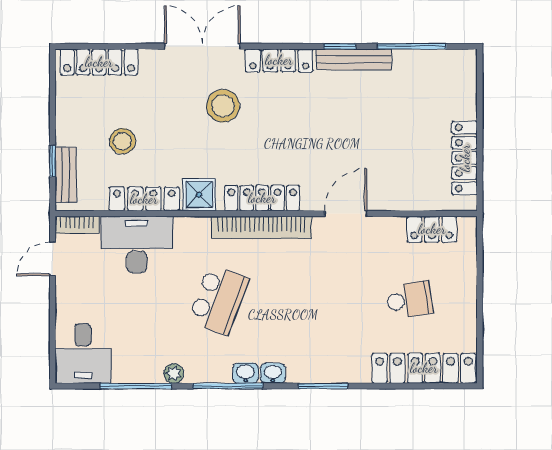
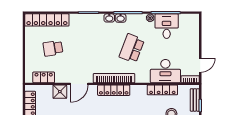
shower: (199, 195) -> (60, 92), moved
desk: (83, 353) -> (167, 26), moved

